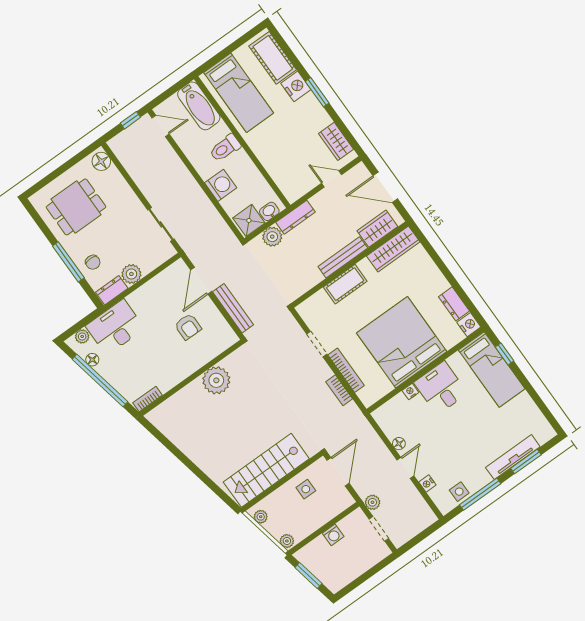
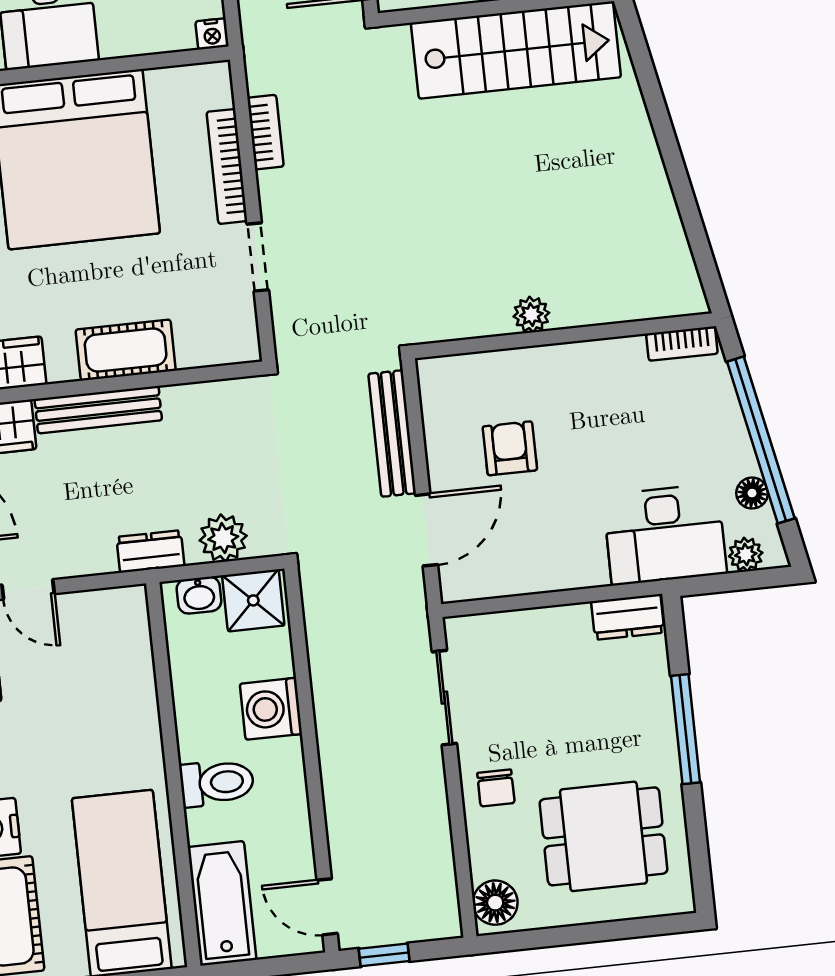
dresser: (296, 217) -> (150, 551), width x0.70
chair: (93, 262) -> (496, 788), moved, turned 180
plant: (131, 274) -> (566, 628), removed
plant: (216, 380) -> (531, 315), width x0.53, depth x0.53
nightstand: (410, 392) -> (212, 34), moved

